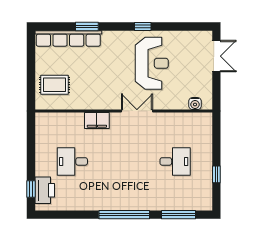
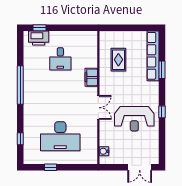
rug: (55, 85) -> (118, 60), moved
desk: (72, 161) -> (60, 59), turned 180
desk: (175, 161) -> (60, 136), width x1.87, depth x1.30
window: (124, 215) -> (20, 85), moved
window: (179, 215) -> (20, 139), width x0.46

